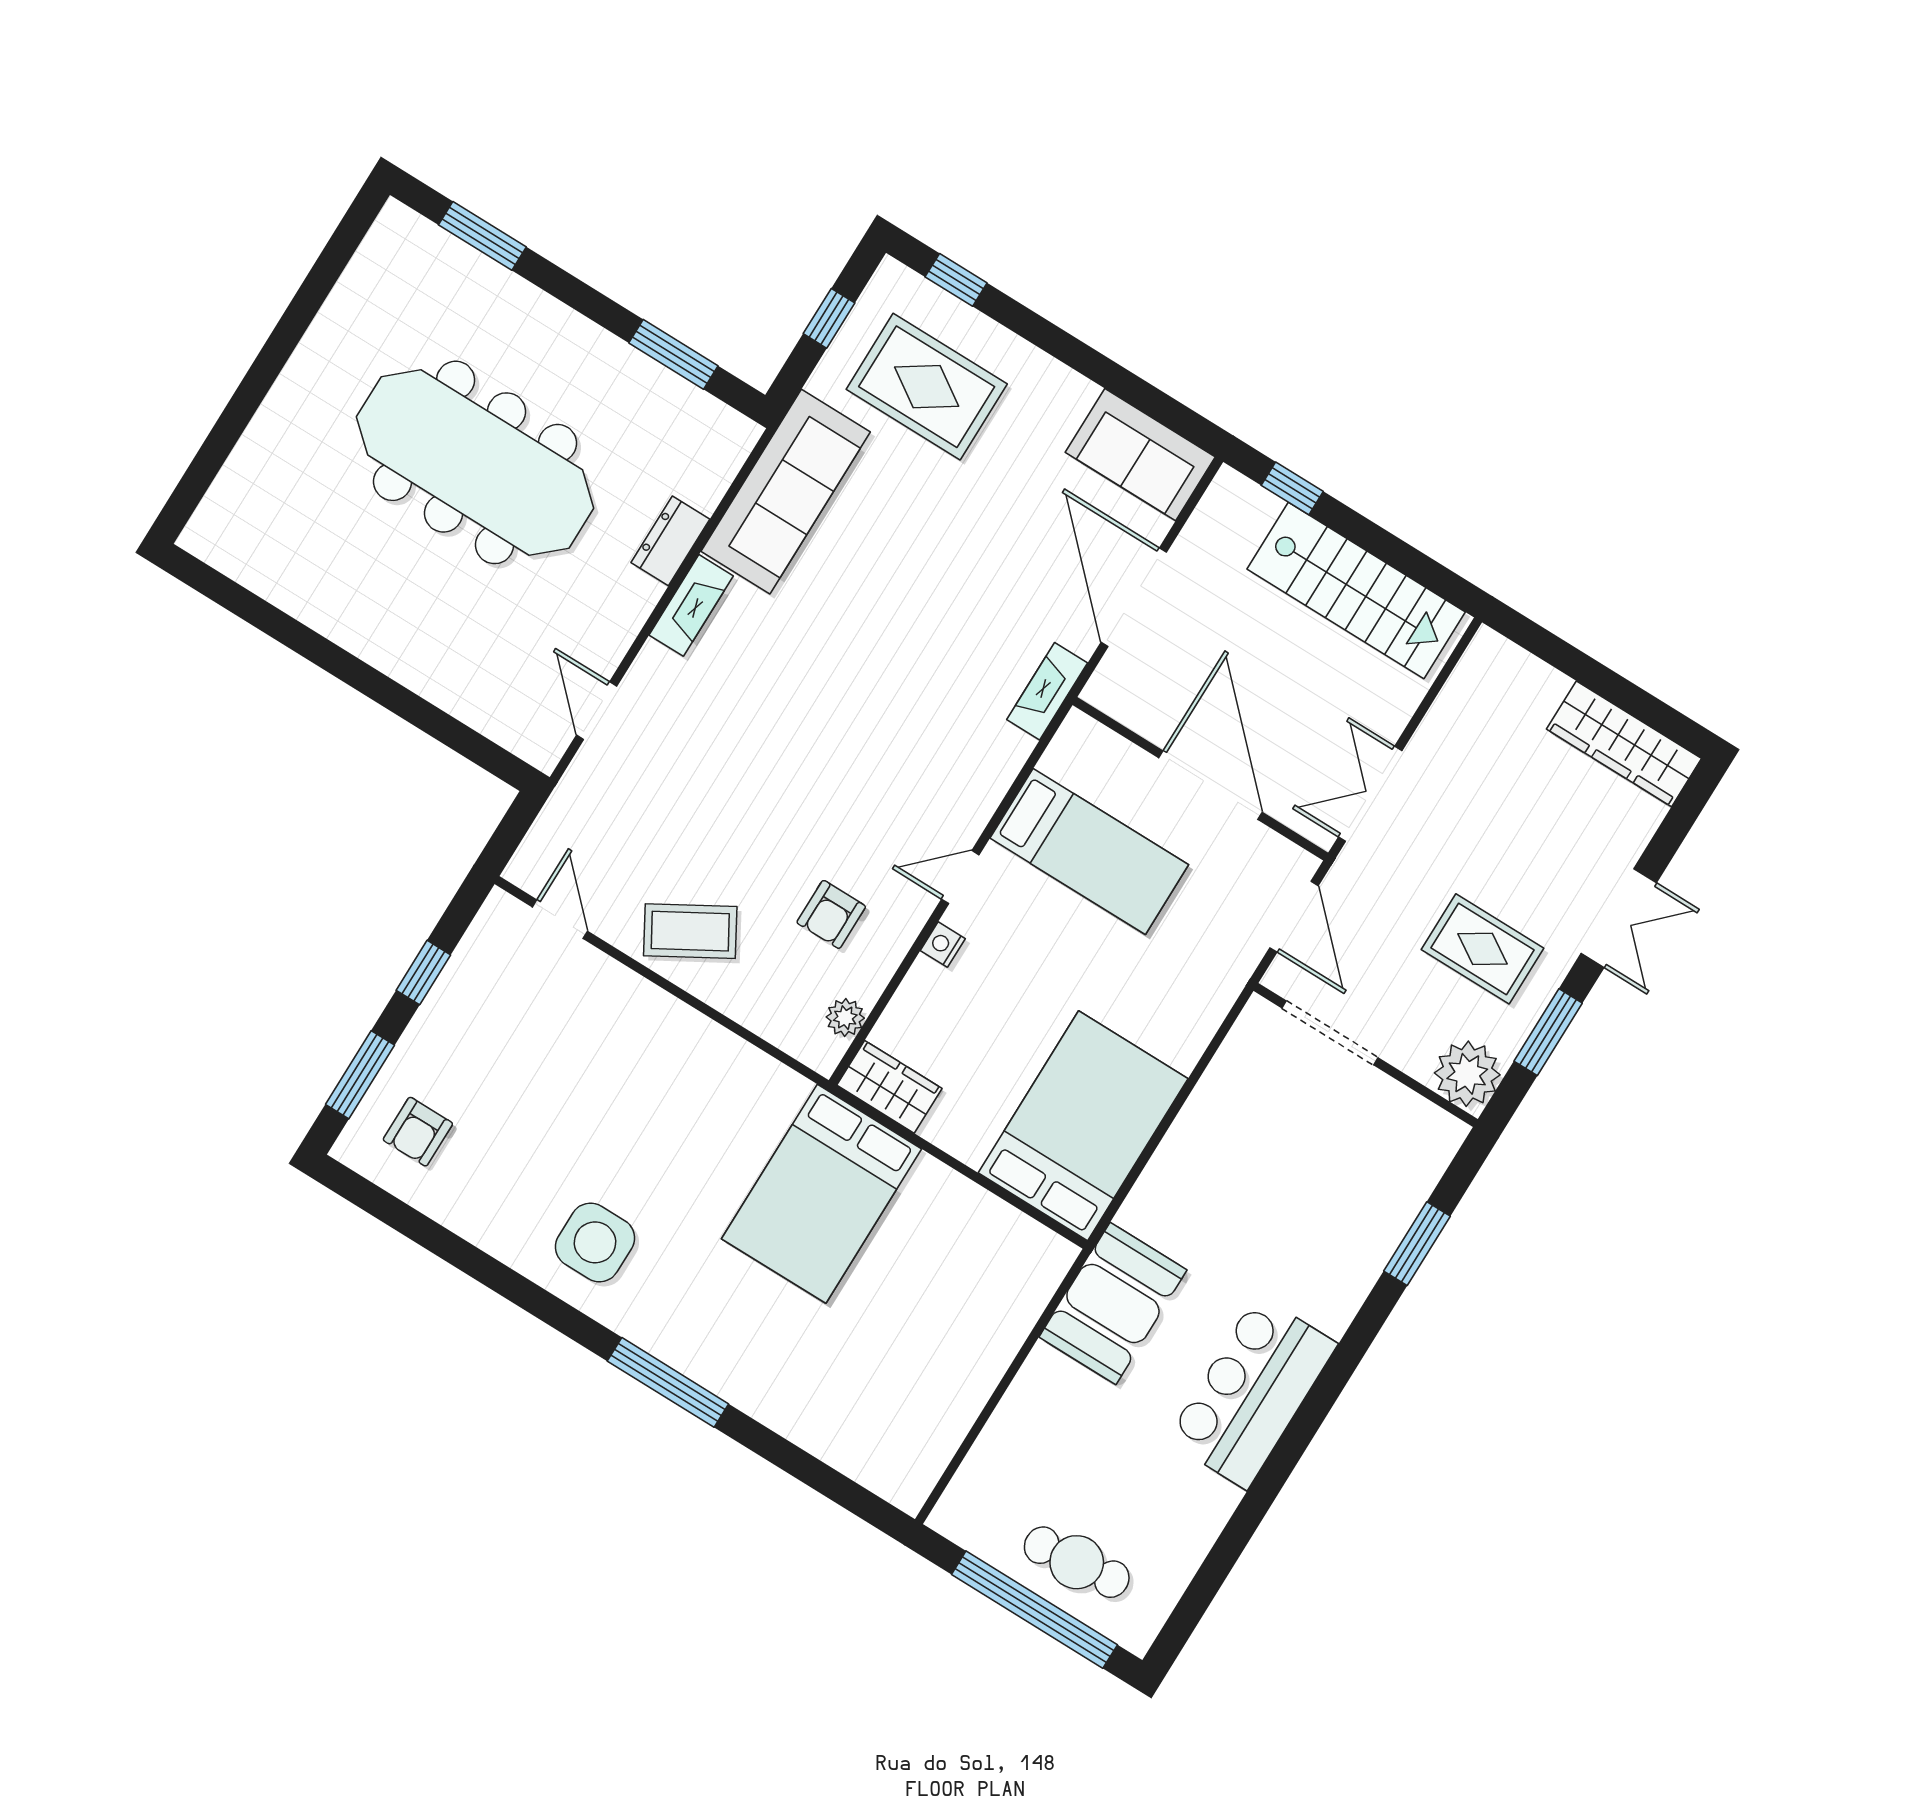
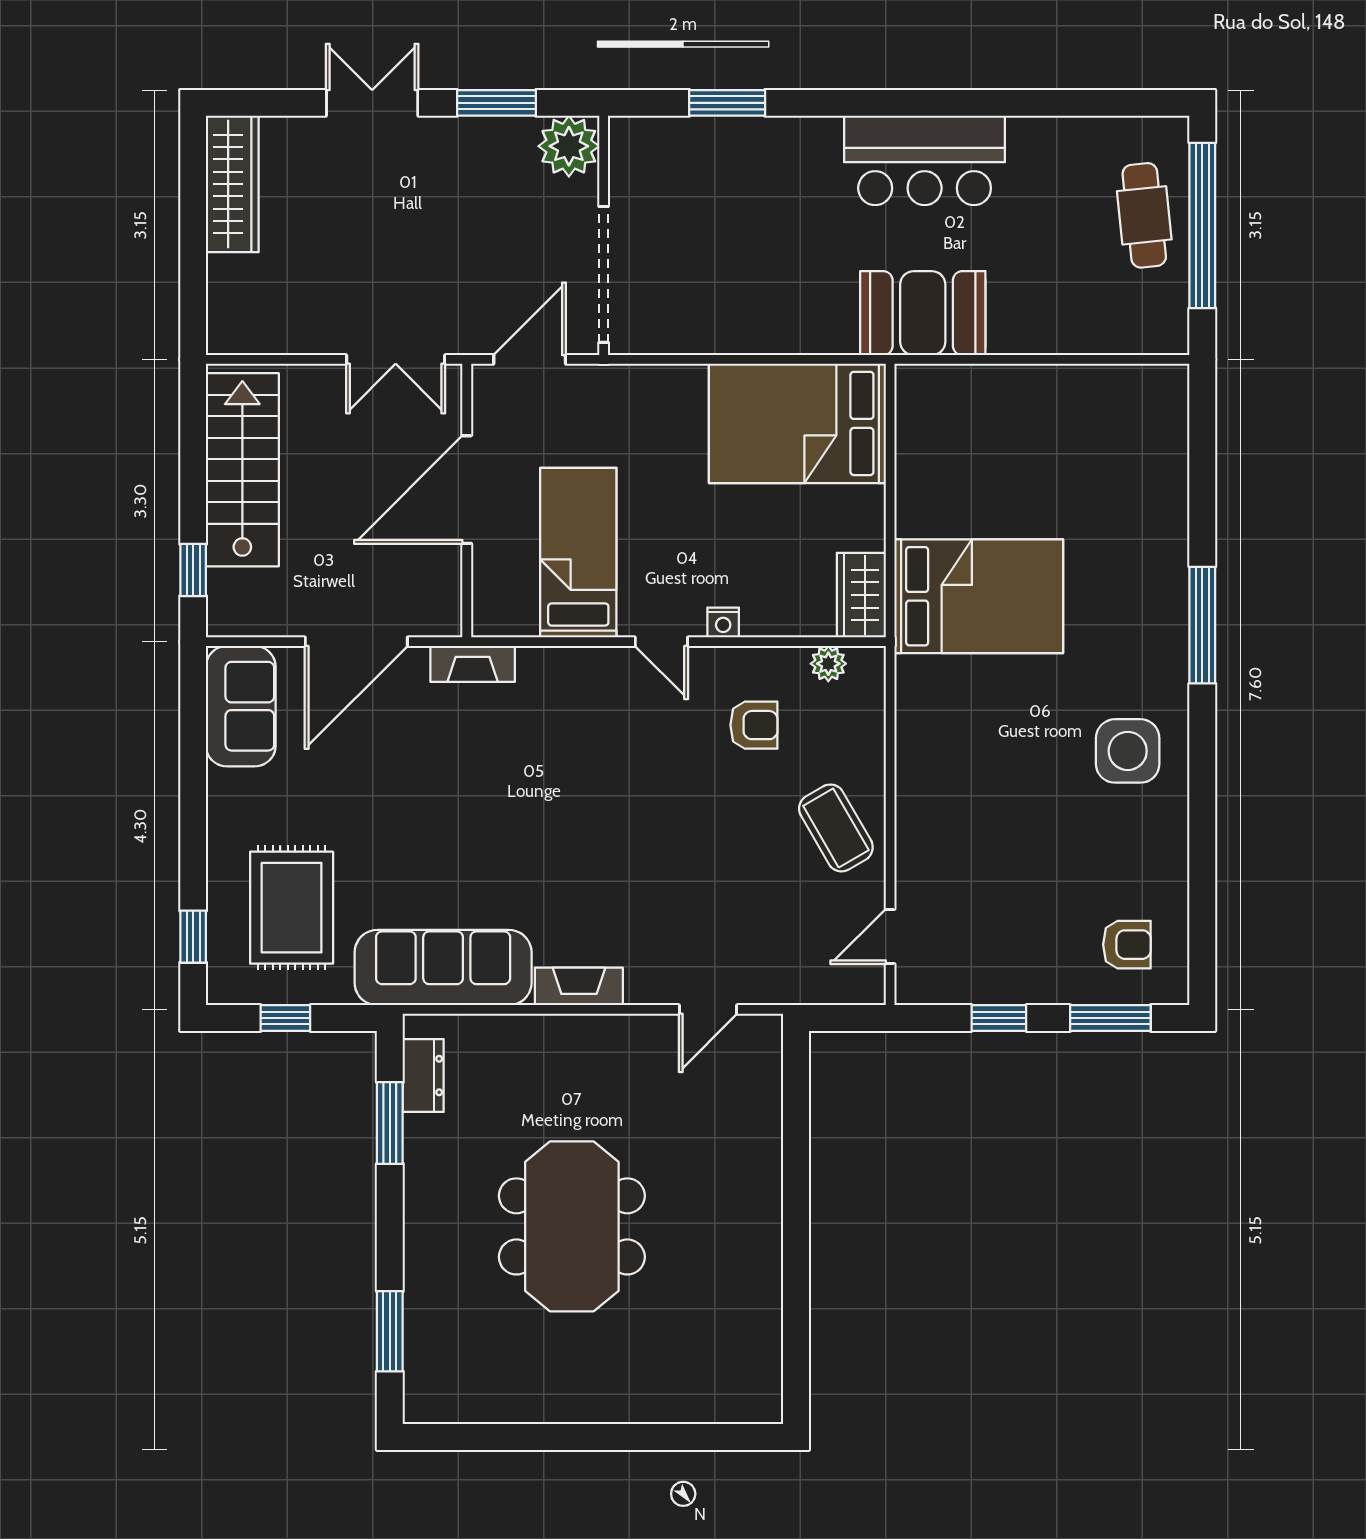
meeting table: (475, 462) -> (572, 1226), width x0.73
dresser: (670, 541) -> (423, 1076), moved, turned -90
rug: (1483, 949) -> (463, 195), removed
doorway: (1330, 1033) -> (604, 274), width x1.36

